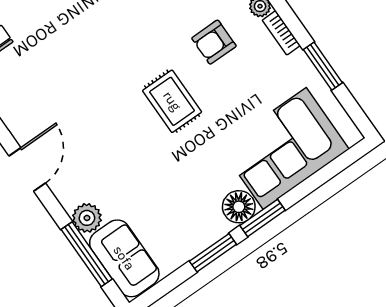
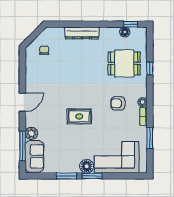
rug: (172, 101) -> (79, 116), moved, turned 90

